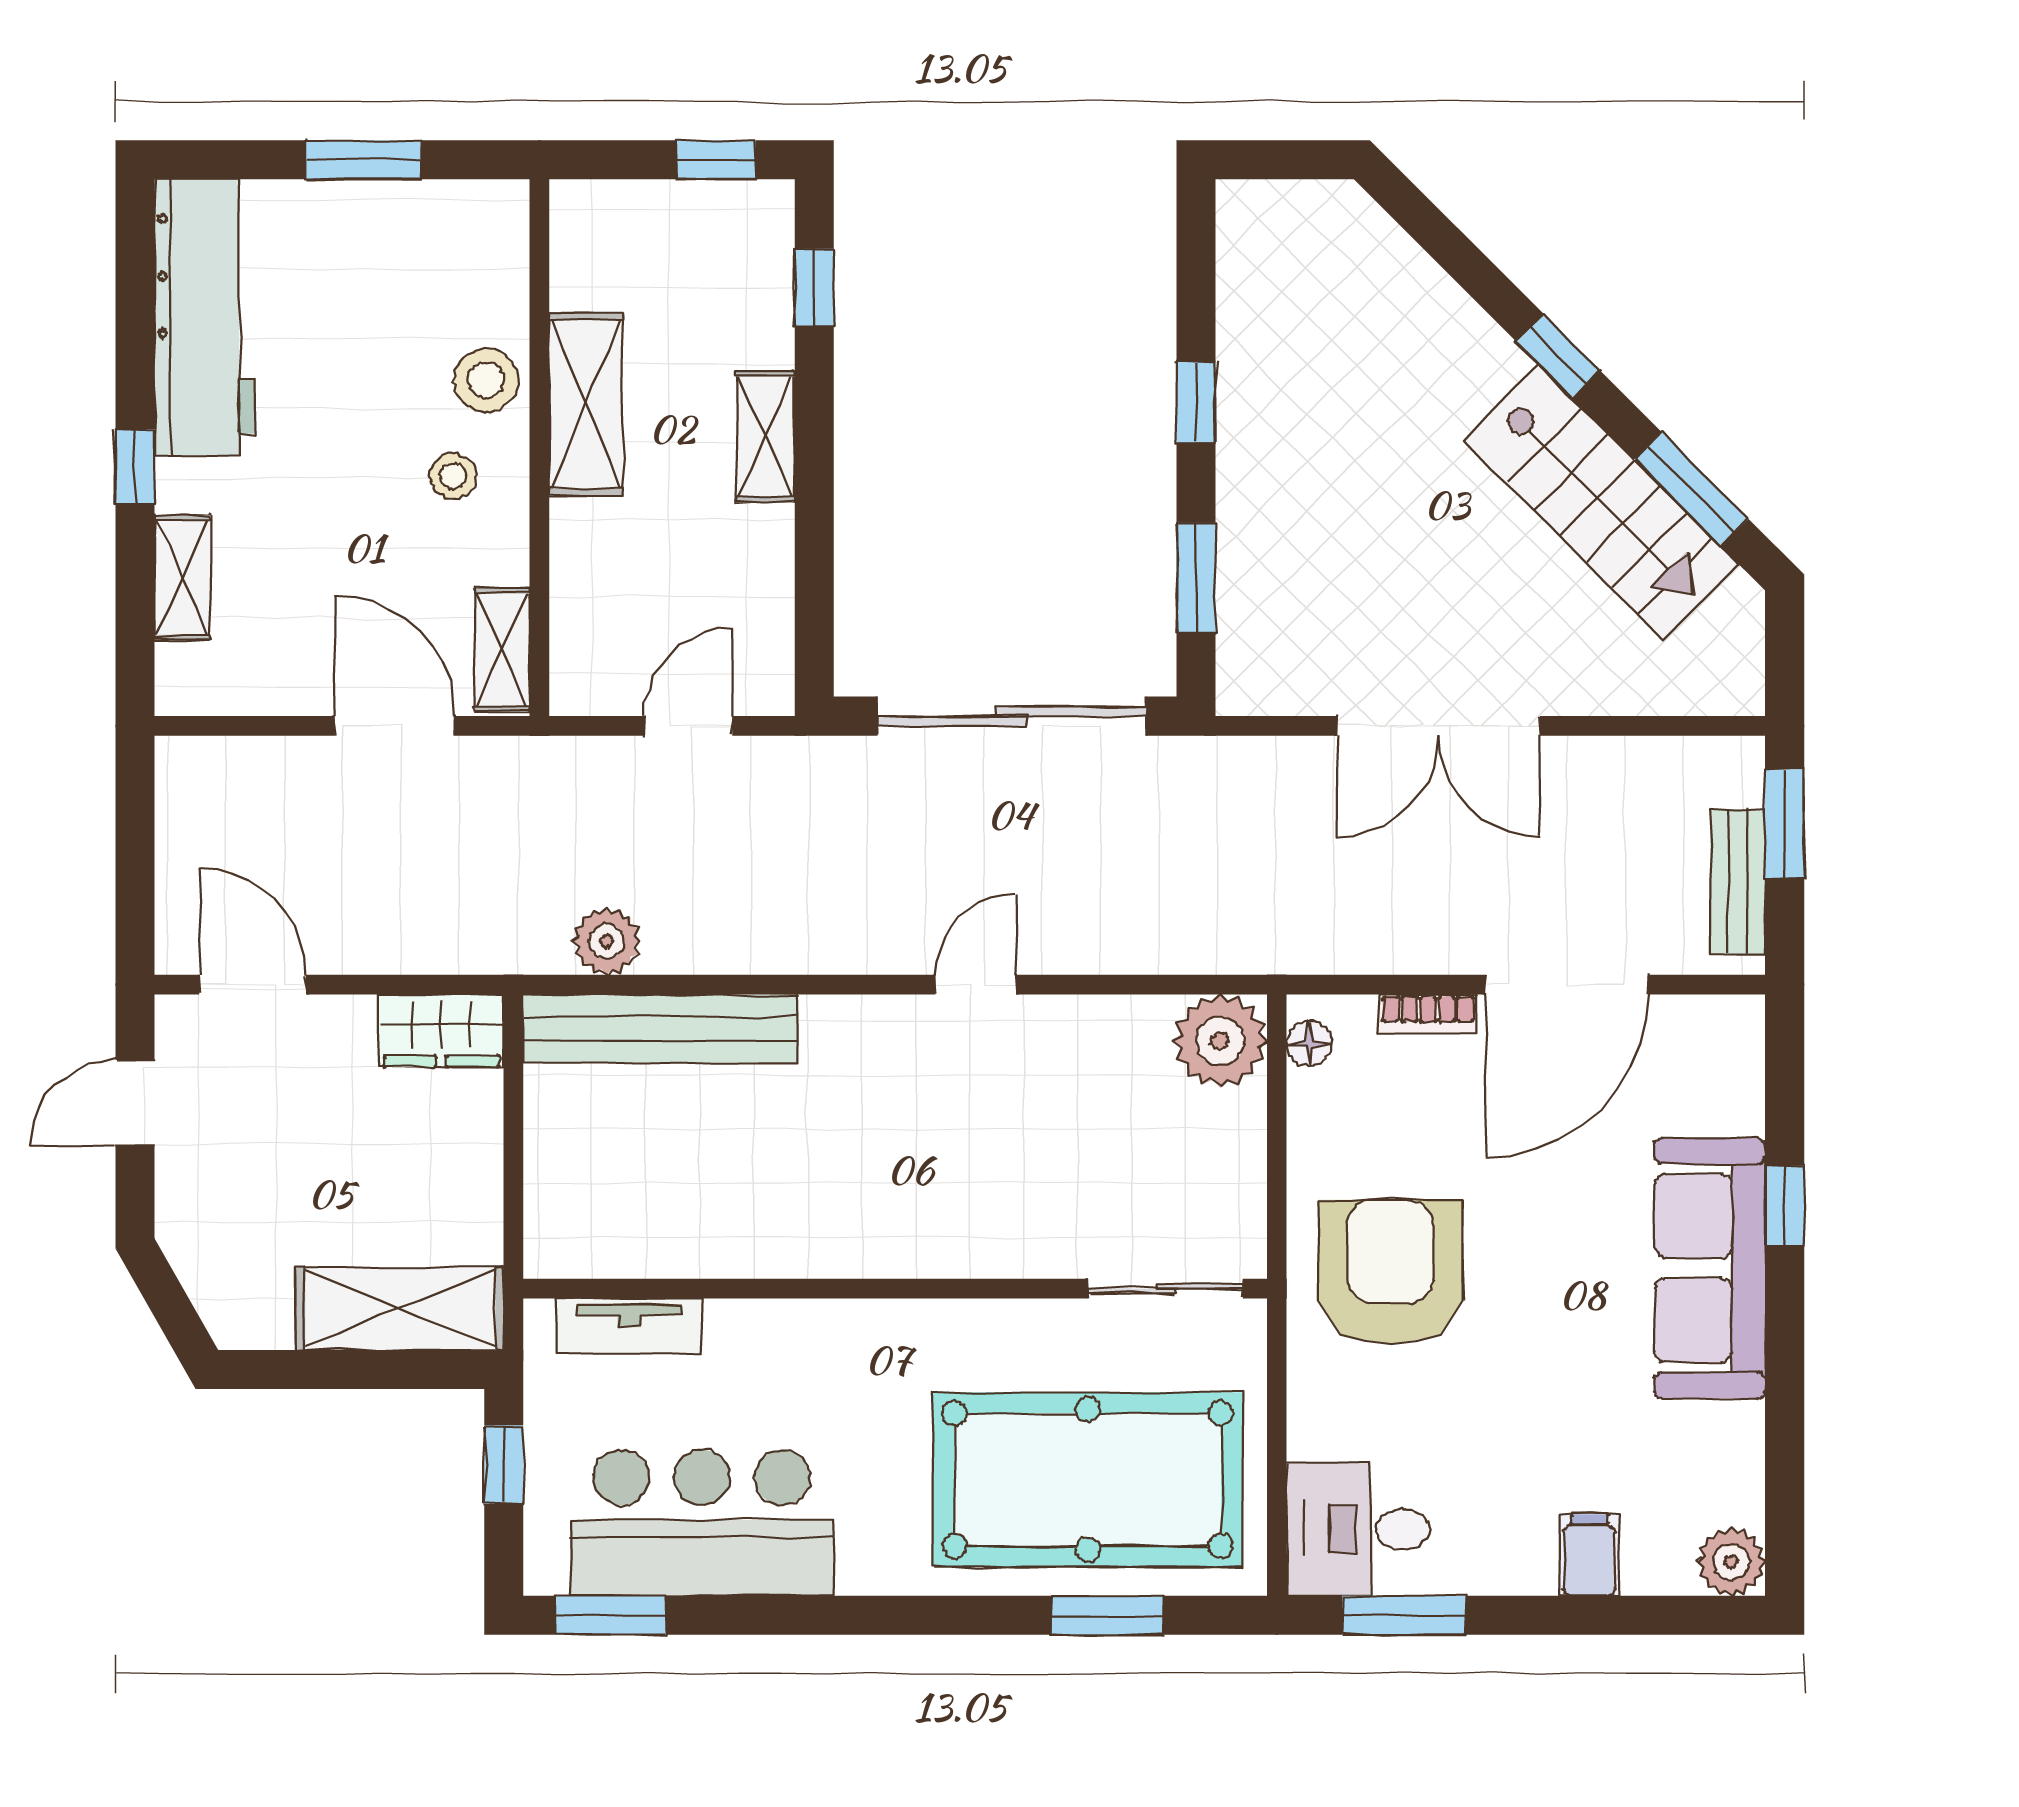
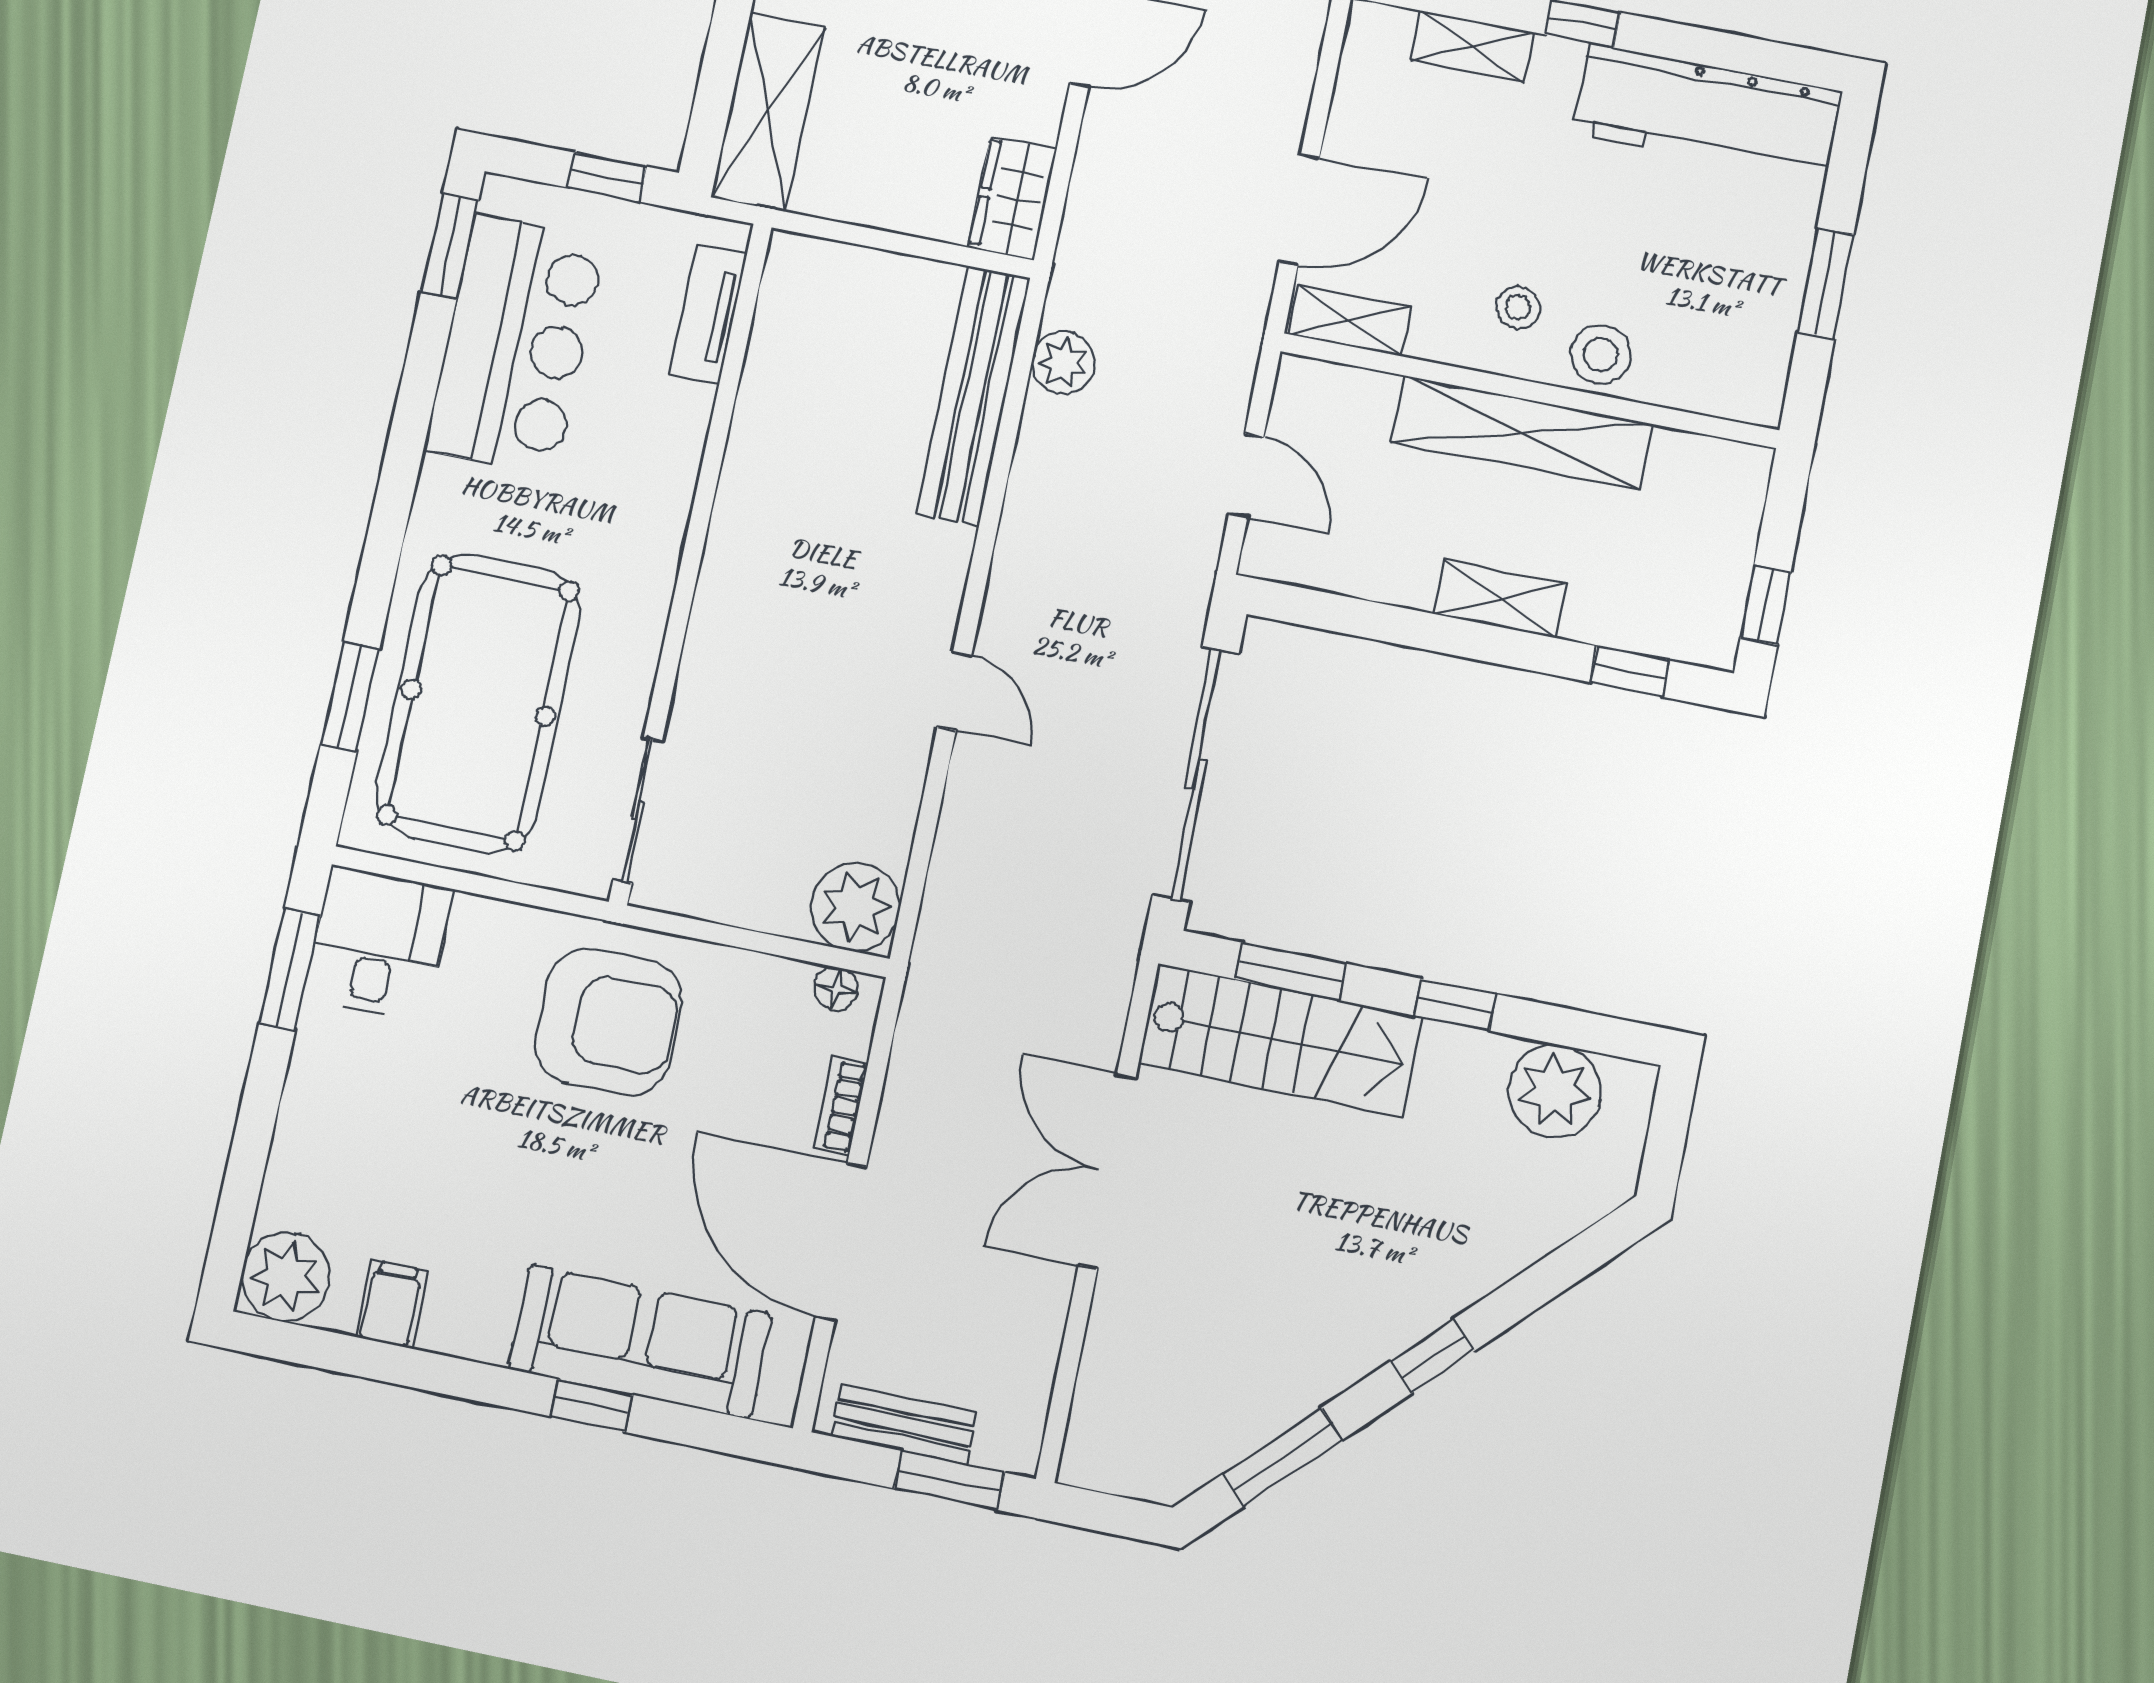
plant: (1264, 283) -> (1555, 1091), added
shelving: (586, 404) -> (1522, 433), width x1.47
stairs: (1601, 502) -> (1280, 1040), moved, turned -135
sofa: (1710, 1268) -> (640, 1342), moved
filing cabinet: (1589, 1555) -> (391, 1304), moved, turned -90
plant: (1731, 1562) -> (286, 1277), width x1.36, depth x1.36

